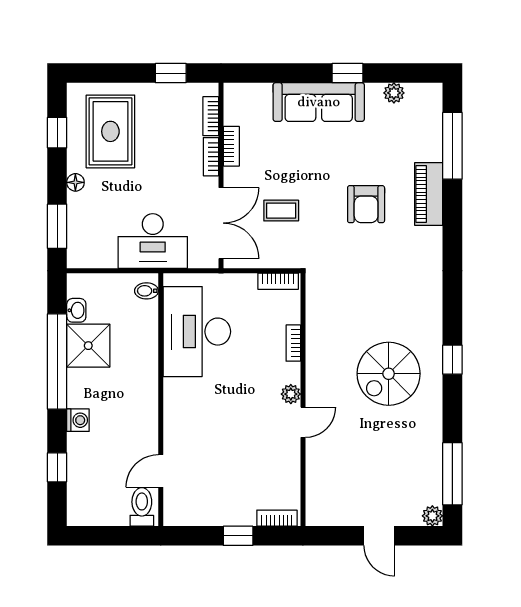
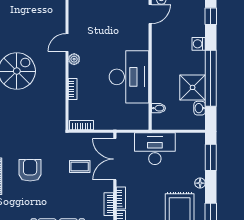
bidet: (146, 291) -> (159, 108), moved
desk: (197, 332) -> (129, 77), moved

